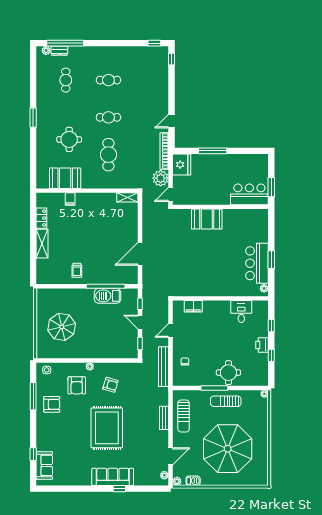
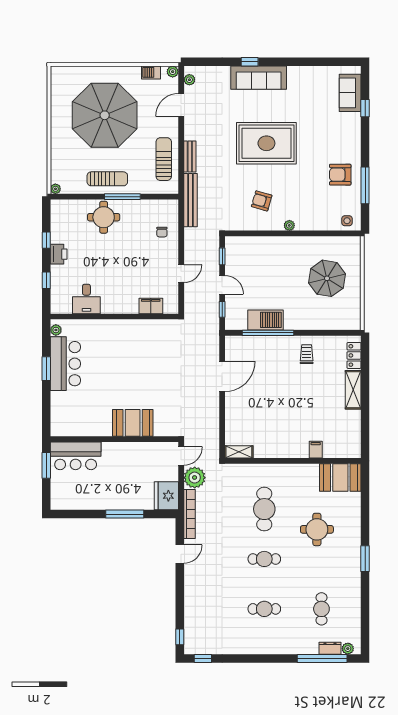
booth: (65, 178) -> (340, 477), moved
locker: (41, 218) -> (354, 355), moved
bench: (164, 367) -> (191, 200), moved
armchair: (77, 385) -> (307, 200), removed
rug: (107, 428) -> (266, 143), turned 90

